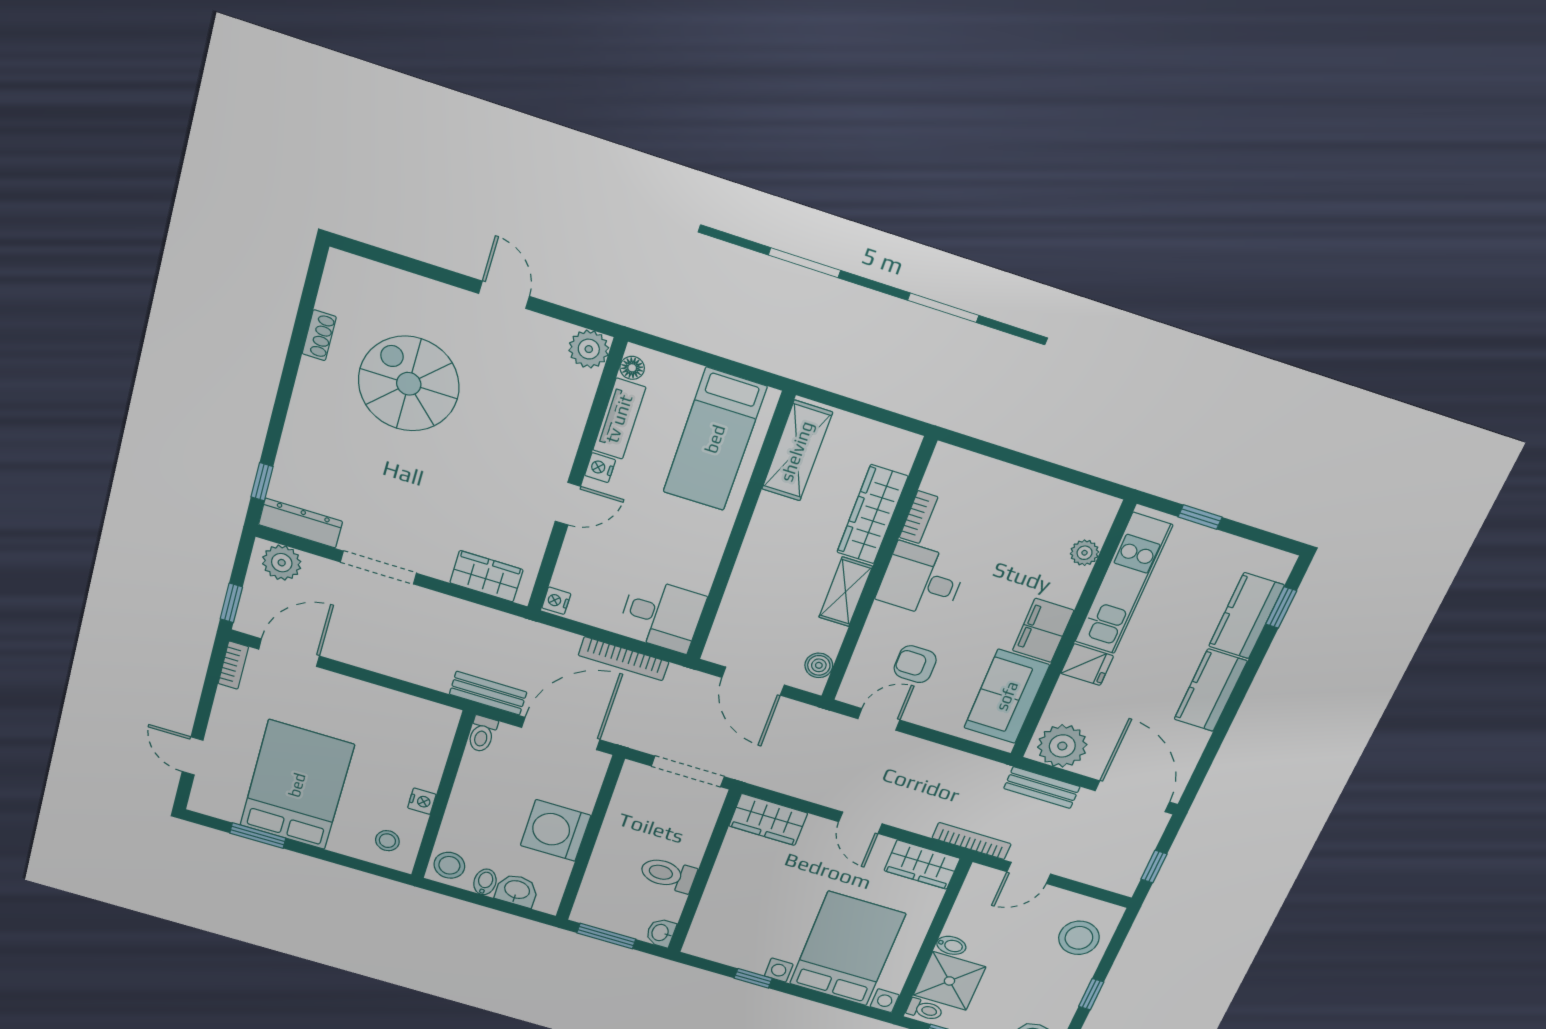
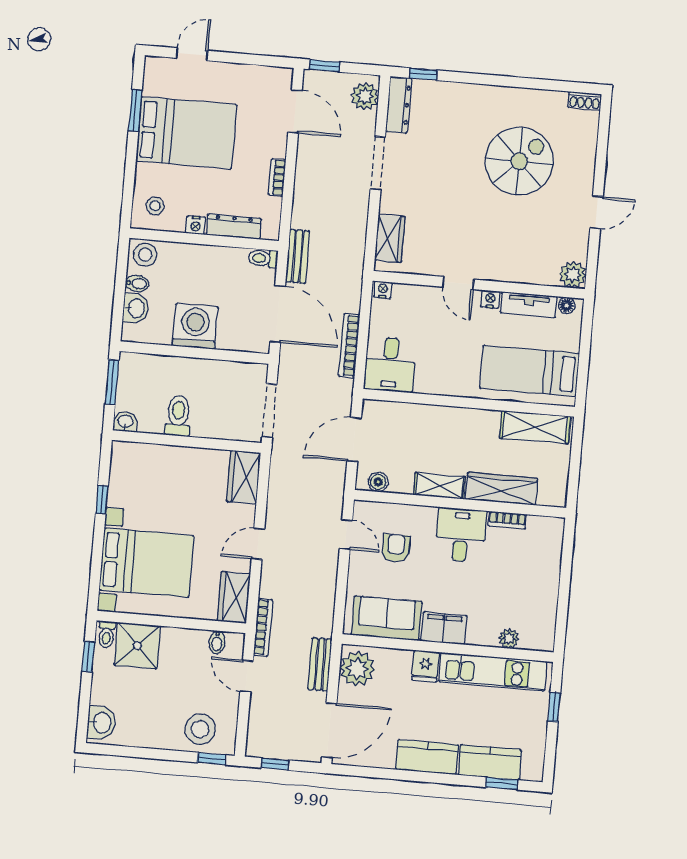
shoe rack: (319, 335) -> (585, 101), moved
bookcase: (233, 665) -> (277, 177), moved, turned 90
dresser: (433, 759) -> (234, 227), added
bidet: (951, 945) -> (217, 642), moved
window: (1091, 994) -> (212, 759), moved

